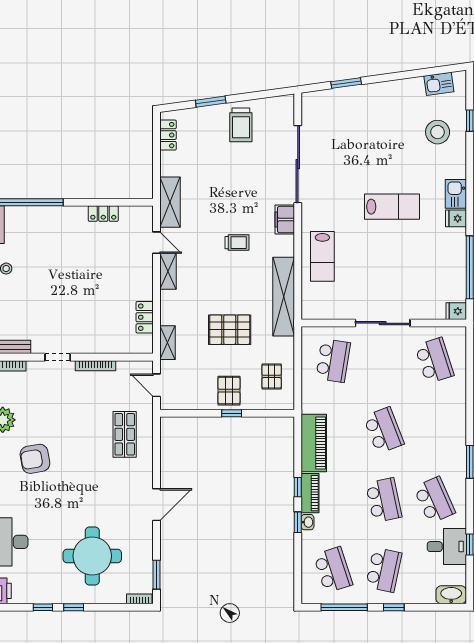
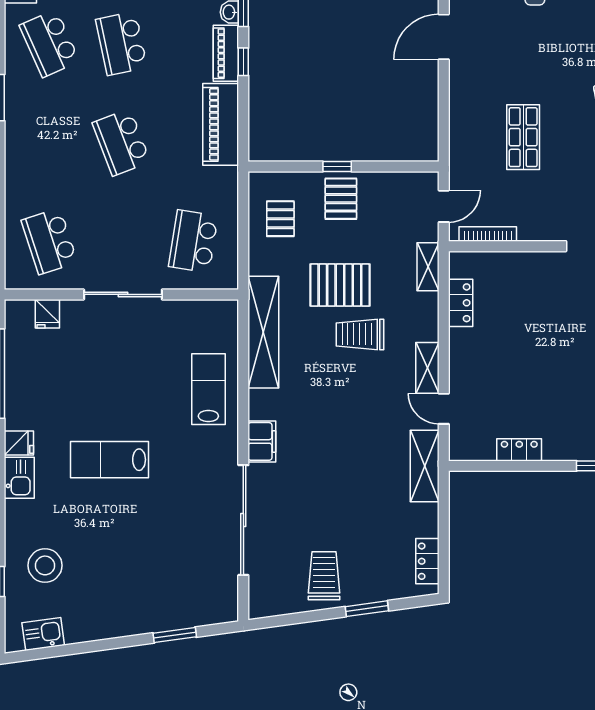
trolley: (237, 243) -> (360, 334), moved, width x1.36, depth x1.39
fridge: (456, 311) -> (47, 314), moved, turned 90
bookcase: (96, 366) -> (488, 234), moved
door: (156, 385) -> (444, 206), hinge flipped
shop shelf: (125, 434) -> (523, 137), moved

